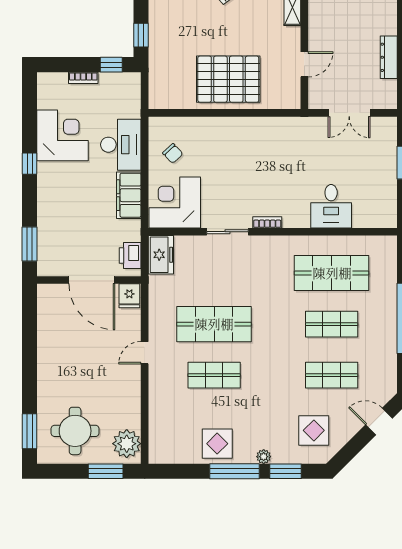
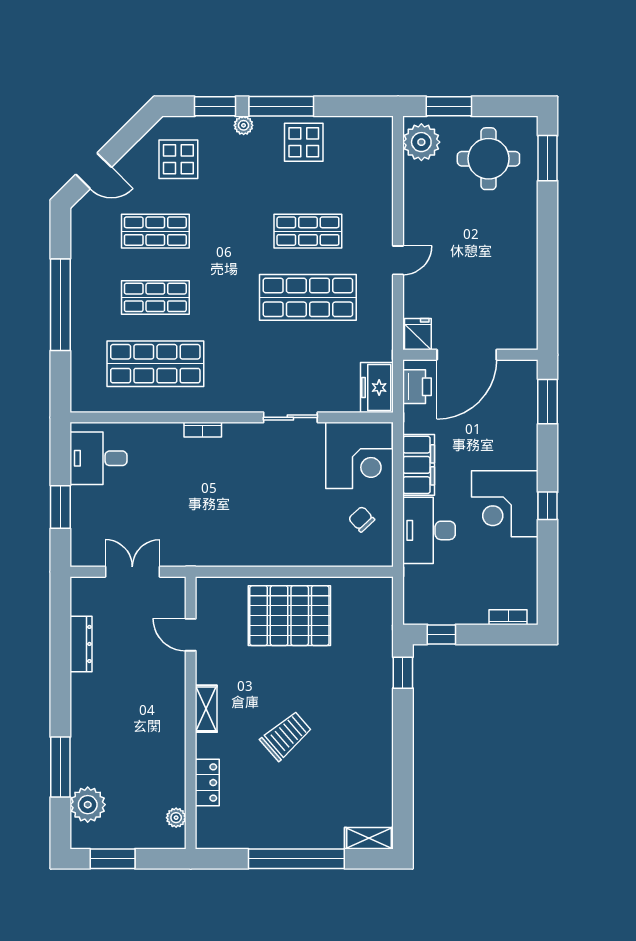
door: (304, 64) -> (191, 635), hinge flipped
bookcase: (83, 78) -> (508, 617), moved
corner desk: (63, 135) -> (505, 504), moved
desk: (331, 206) -> (98, 458), moved, turned -90
bookcase: (267, 222) -> (203, 430), moved
door: (92, 280) -> (467, 355), swing flipped

